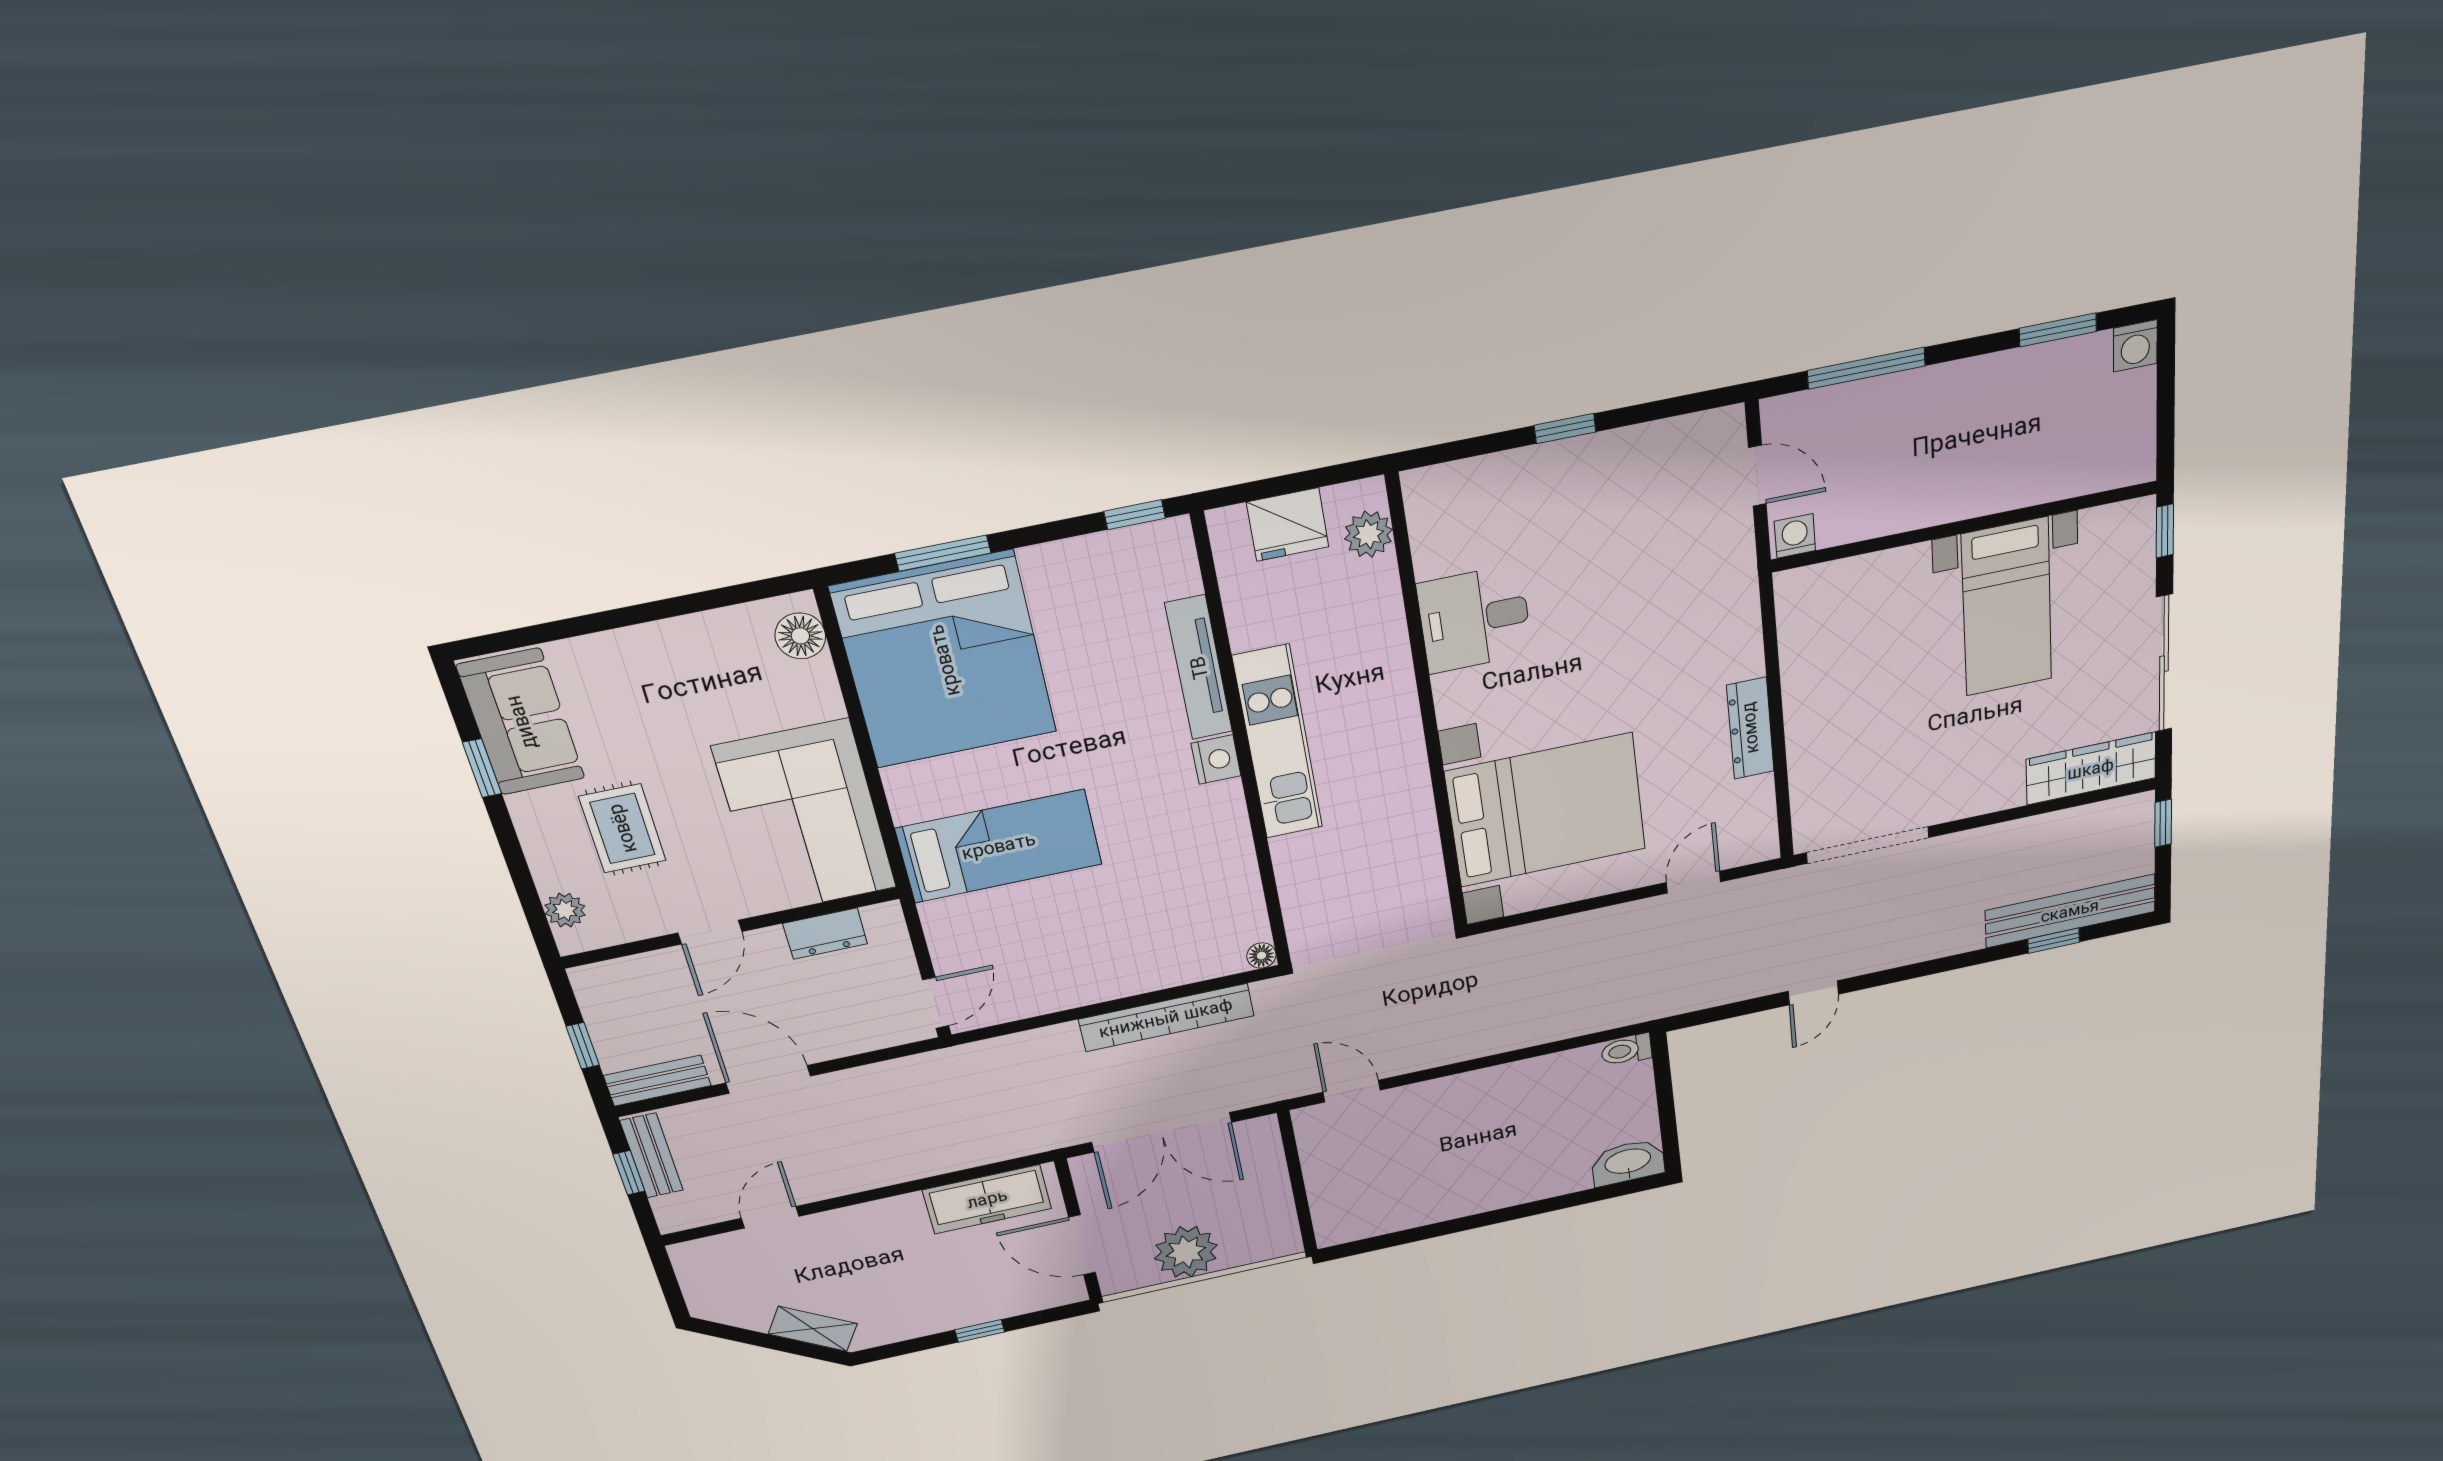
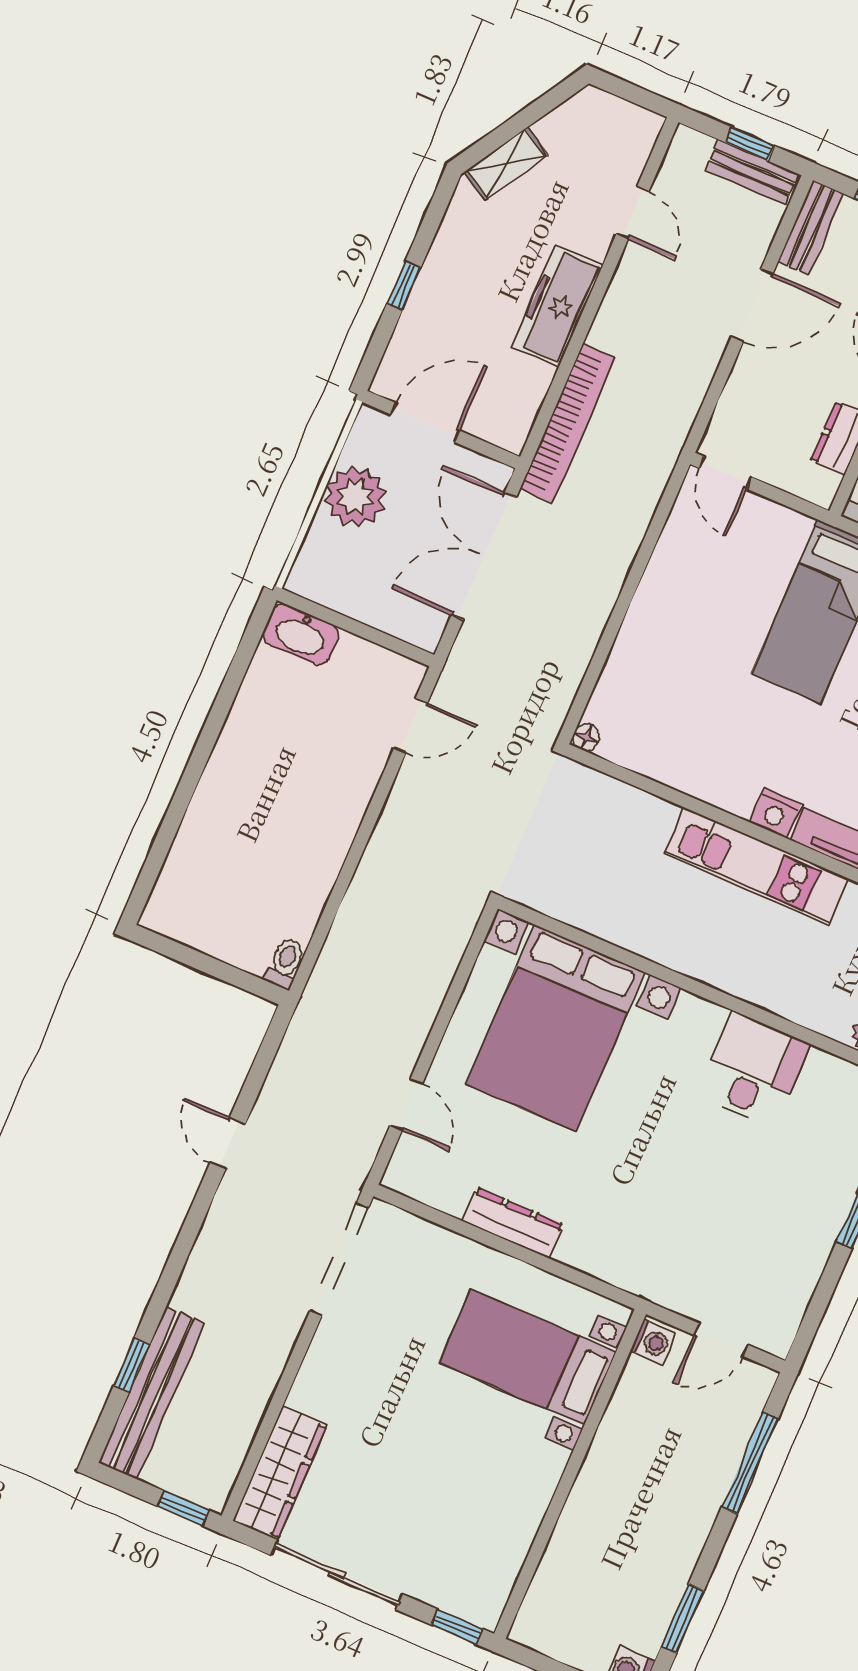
bed with nightstands: (2007, 607) -> (527, 1357), moved
bookcase: (1166, 1018) -> (568, 423), moved, turned 180
washbasin: (1628, 1162) -> (301, 634), moved, turned 90
freezer: (987, 1199) -> (557, 306), moved

